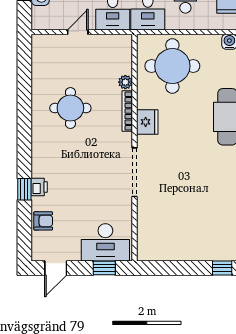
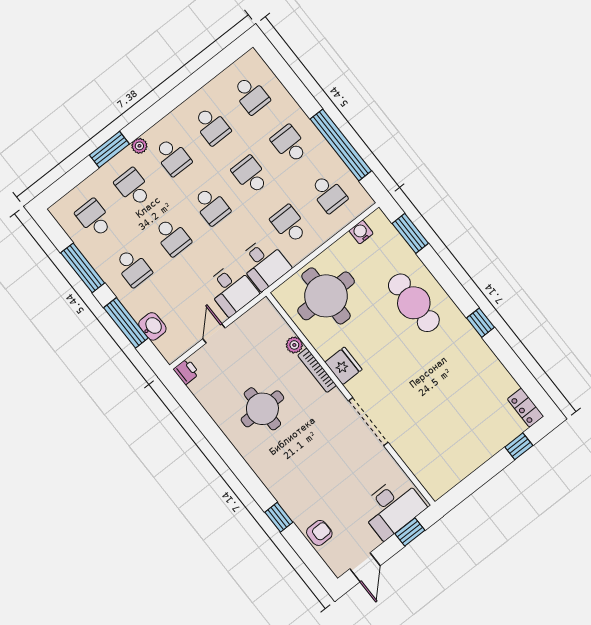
printer: (39, 187) -> (186, 371), moved

